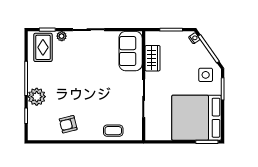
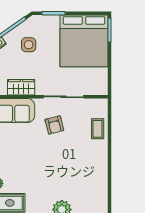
side table: (206, 75) -> (29, 45), moved
armchair: (68, 124) -> (54, 125), moved

